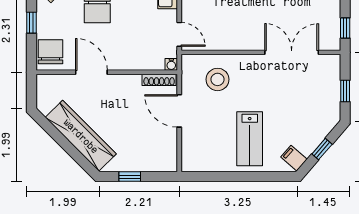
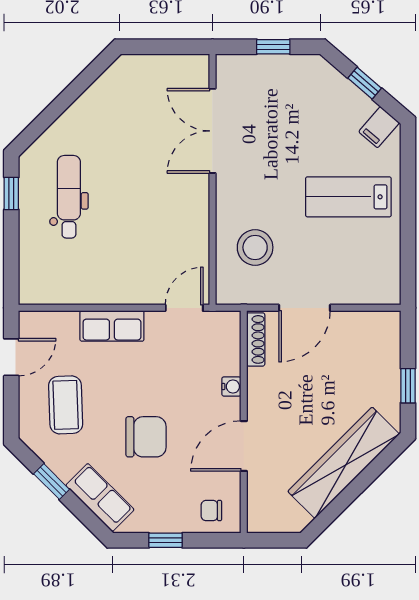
window: (345, 28) -> (174, 47), removed
chair: (50, 52) -> (211, 511), width x0.54, depth x0.54
water cooler: (171, 64) -> (231, 386), moved
lab bench: (250, 139) -> (348, 197), turned 180

